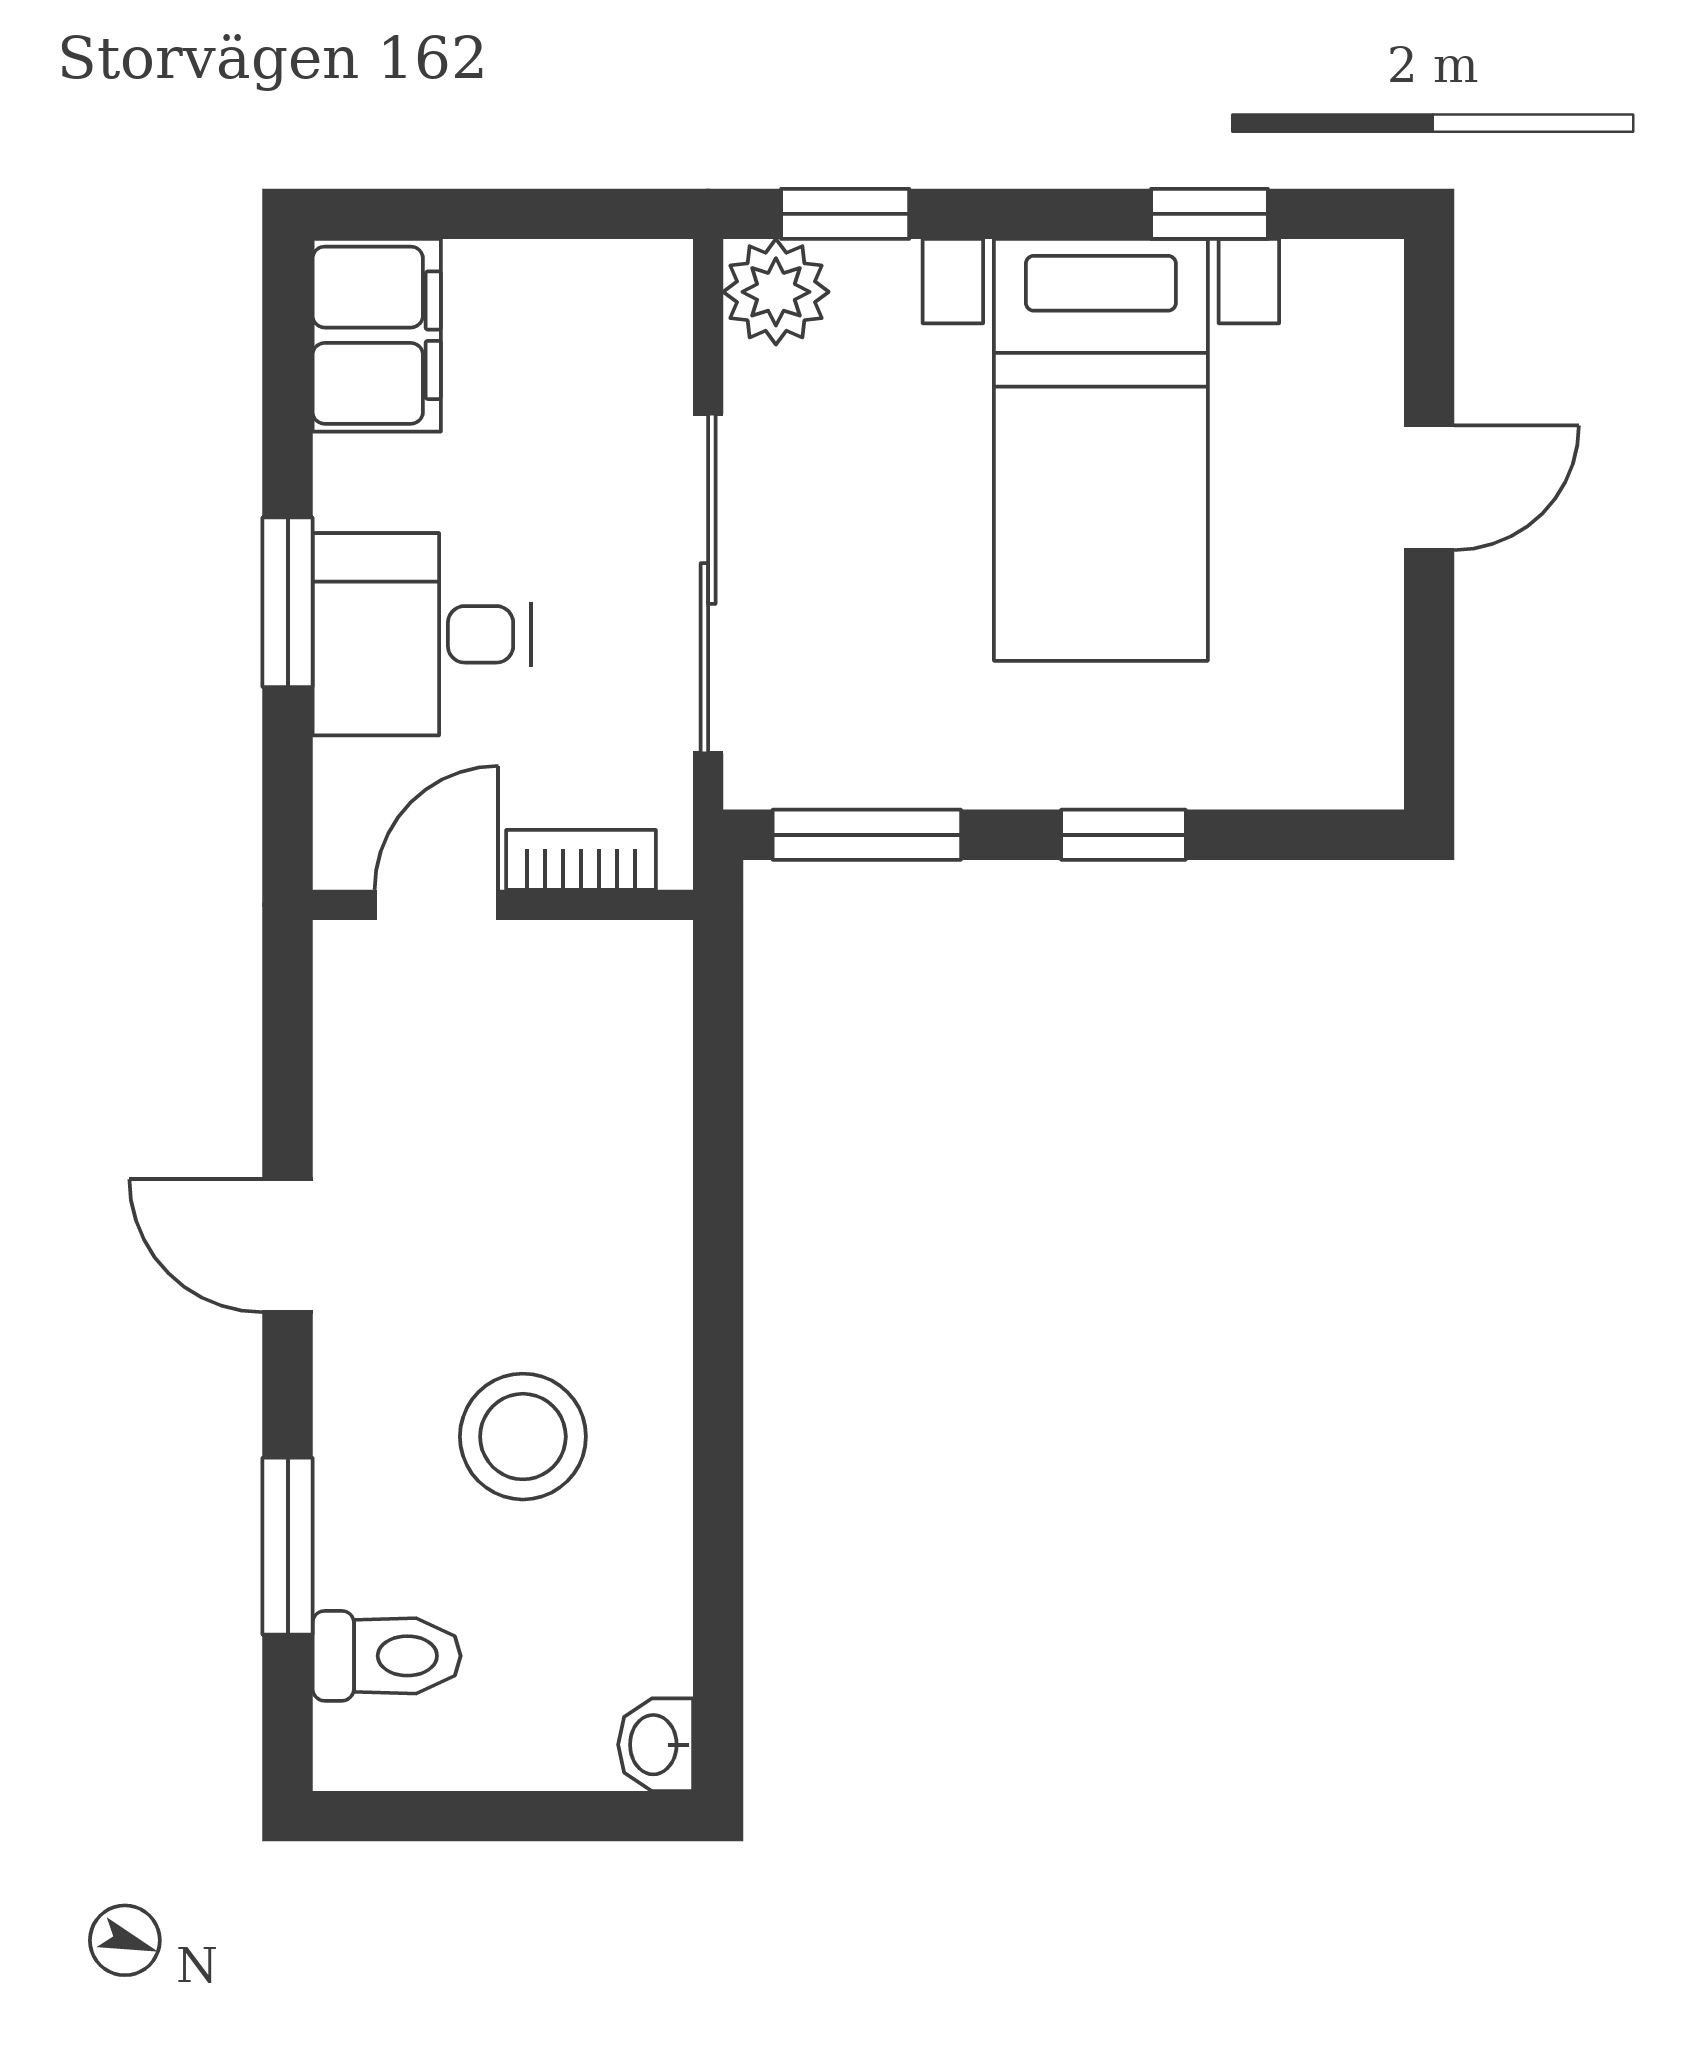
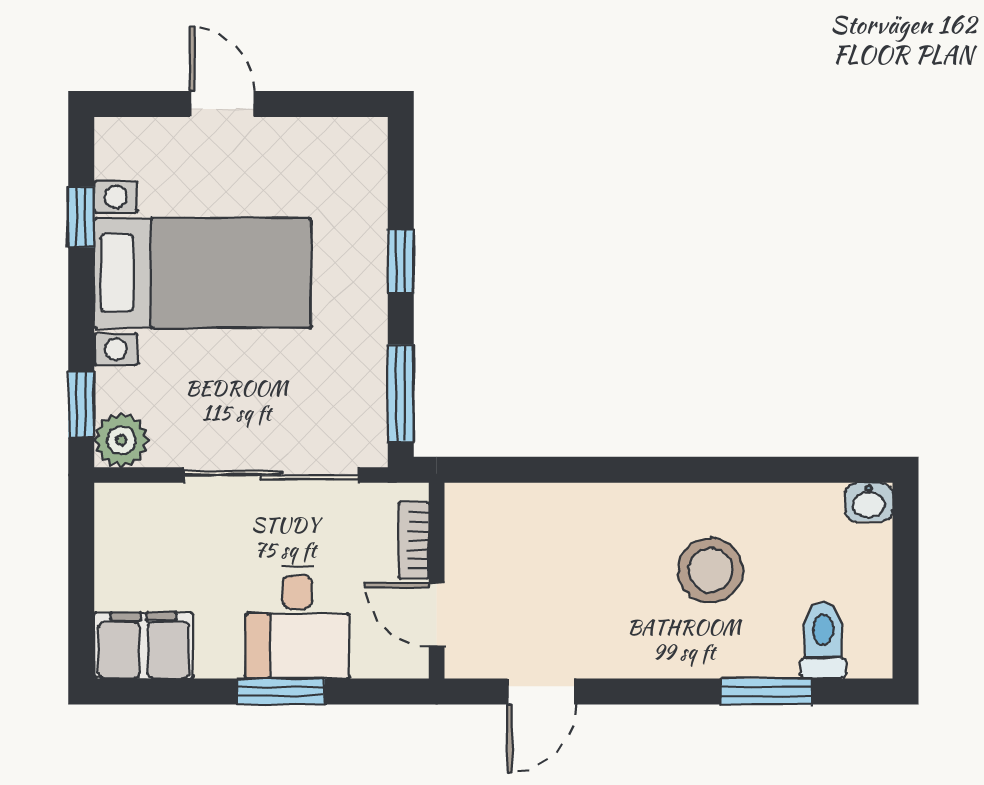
door: (288, 1246) -> (542, 691), moved

